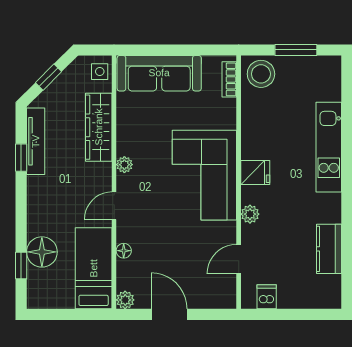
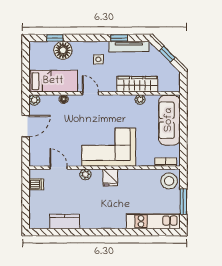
side table: (100, 72) -> (98, 59), moved
kitchen unit: (329, 147) -> (153, 221), moved
plant: (124, 165) -> (140, 100), moved

